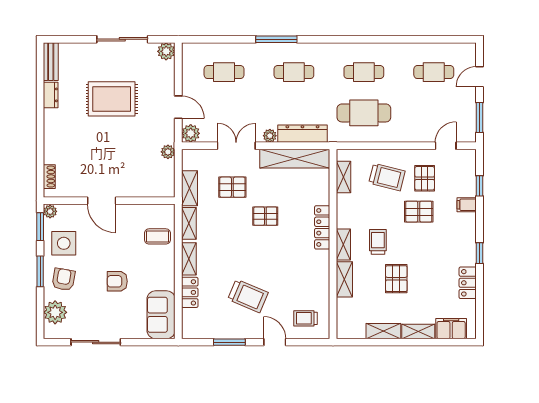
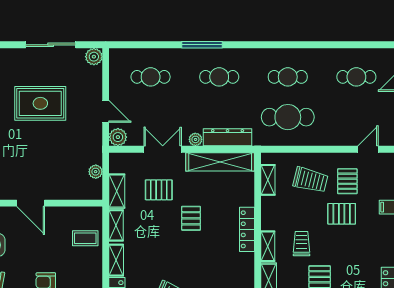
plant: (168, 152) -> (96, 172), moved
pallet: (265, 216) -> (191, 218), turned 90

